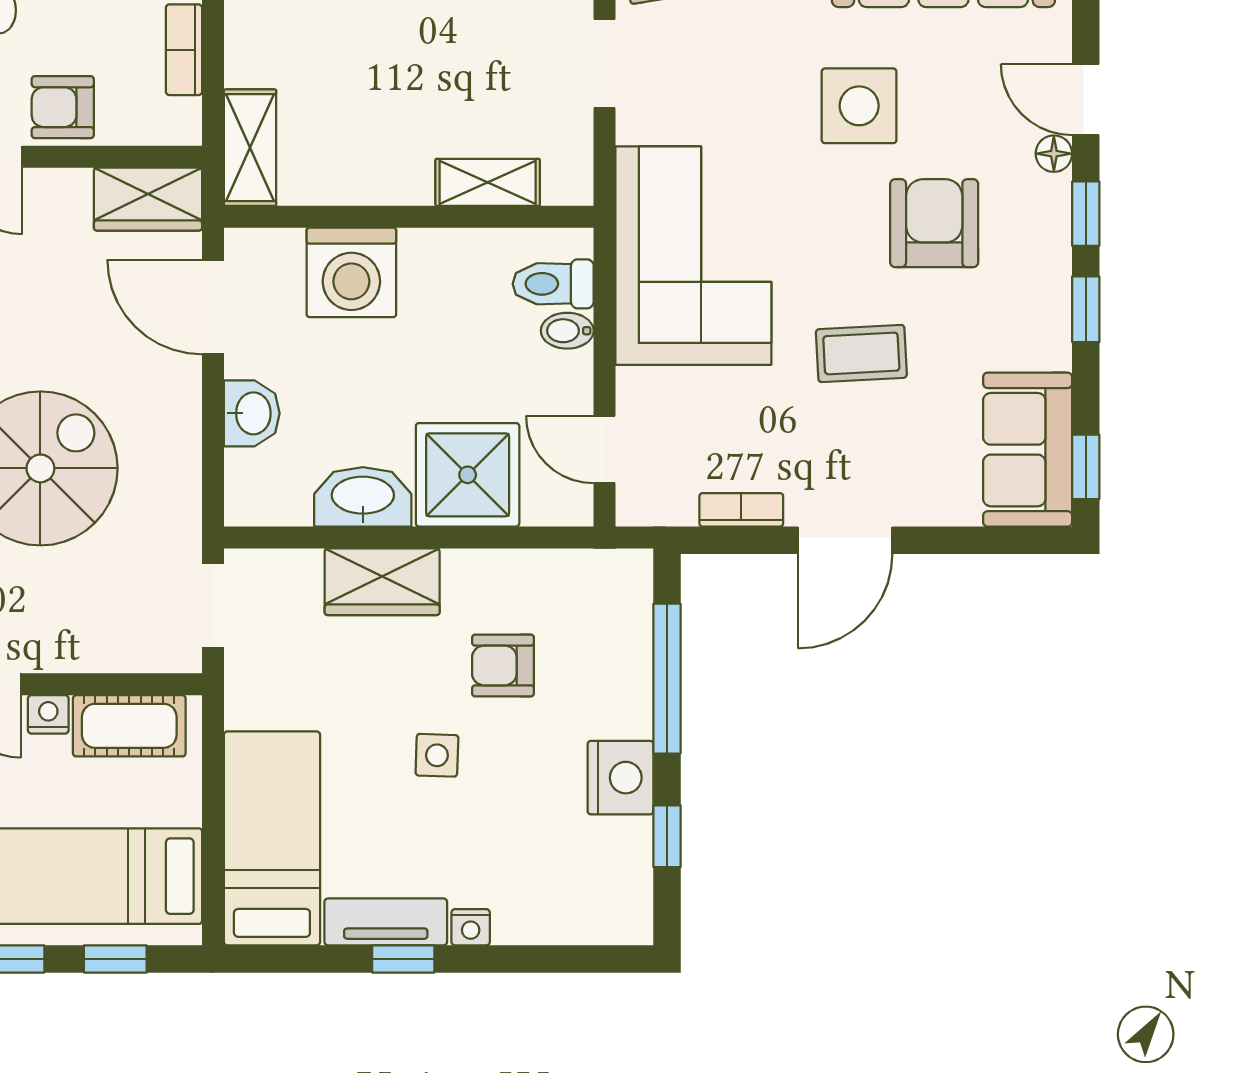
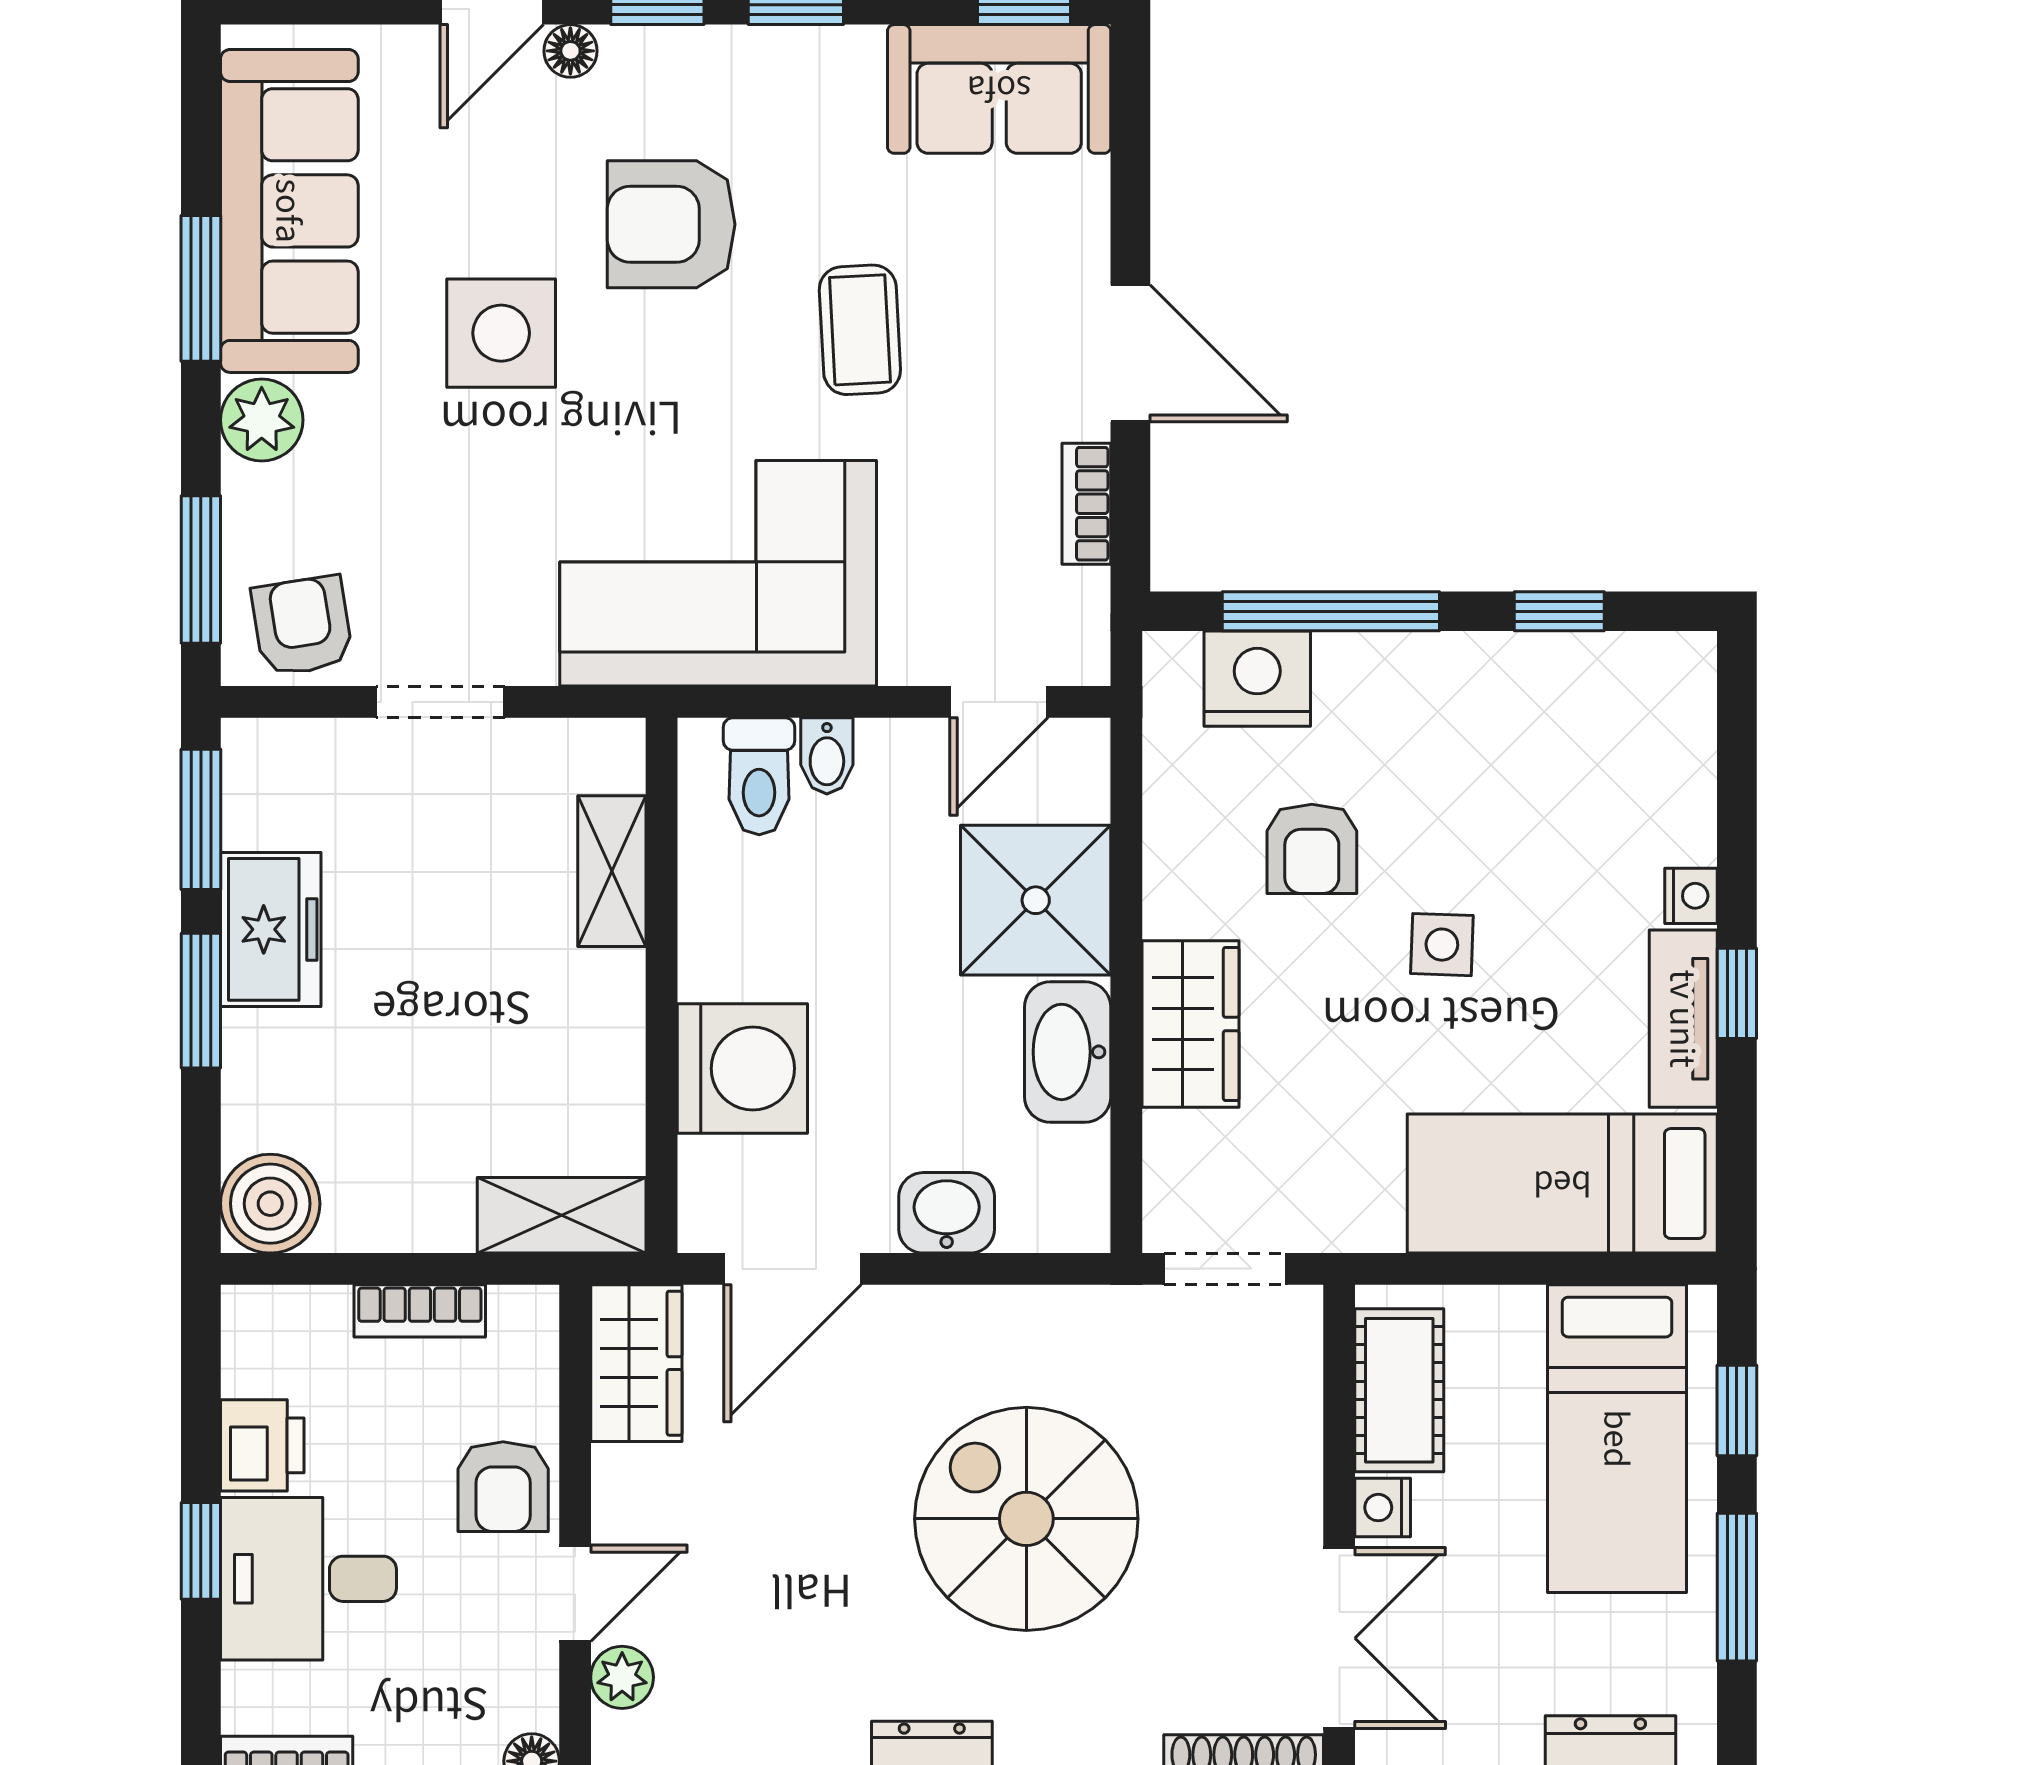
nightstand: (620, 778) -> (1257, 679), moved

